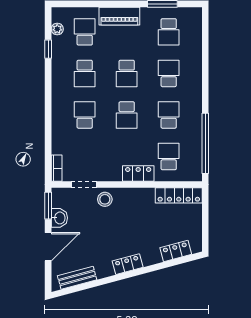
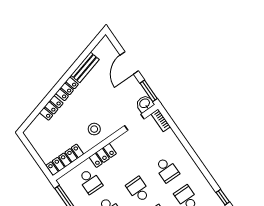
stool: (105, 199) -> (94, 129), moved
washbasin: (59, 218) -> (145, 104), moved, turned 90
locker: (176, 251) -> (51, 108), moved
bench: (77, 278) -> (85, 67), moved

